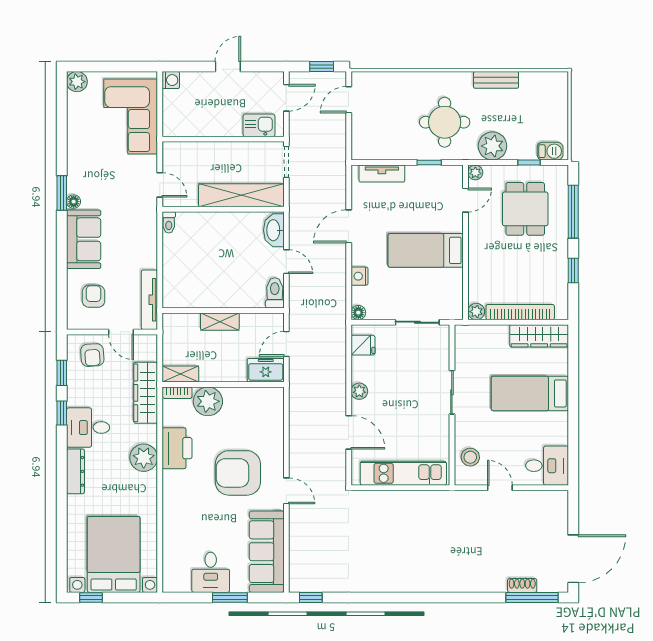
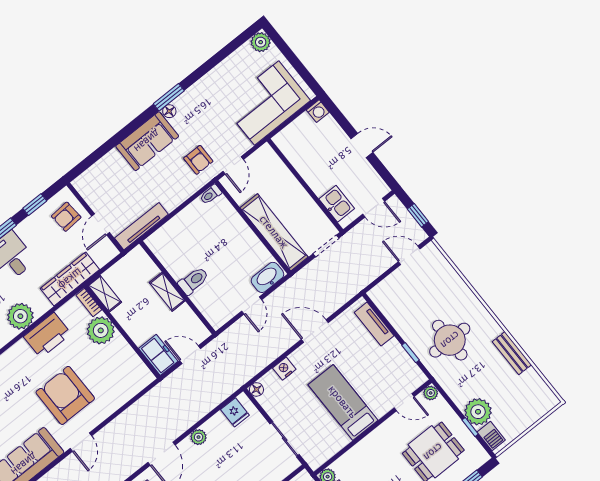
plant: (492, 146) -> (478, 412), moved
toilet: (275, 293) -> (193, 281), moved
armchair: (93, 296) -> (198, 160), moved, turned 90

